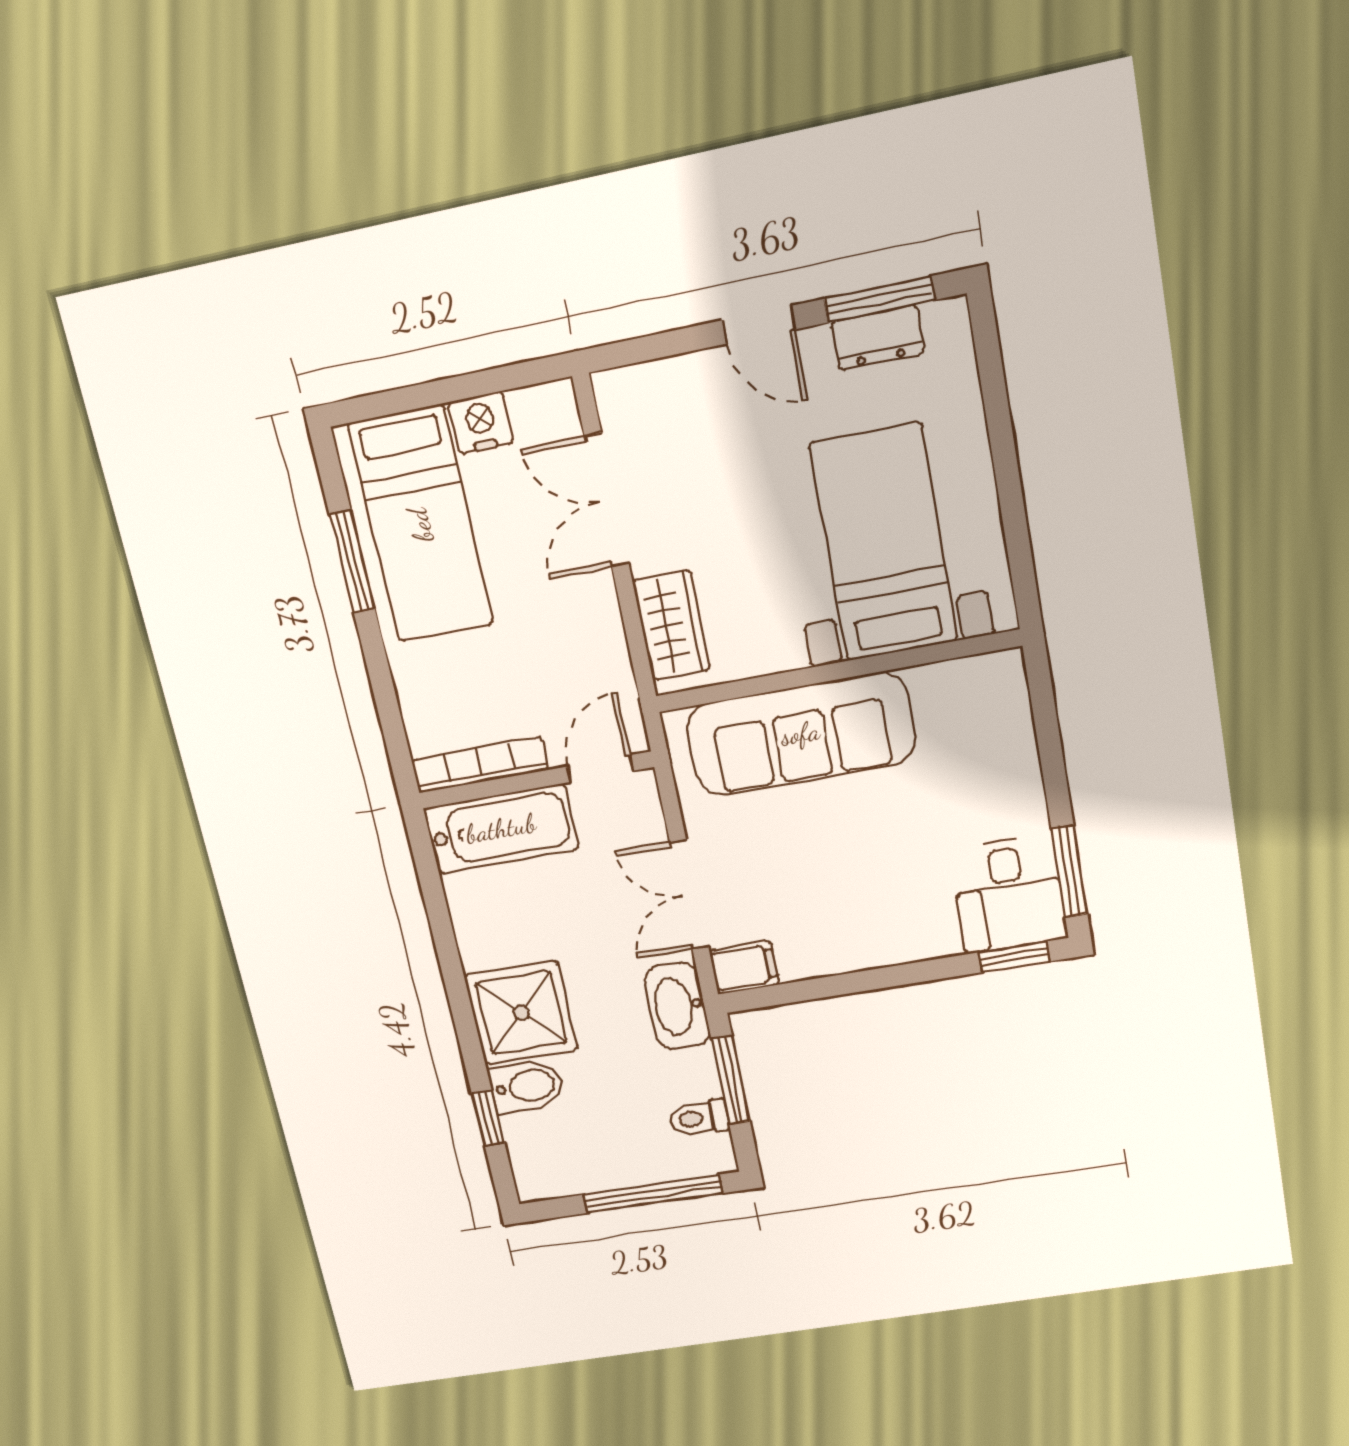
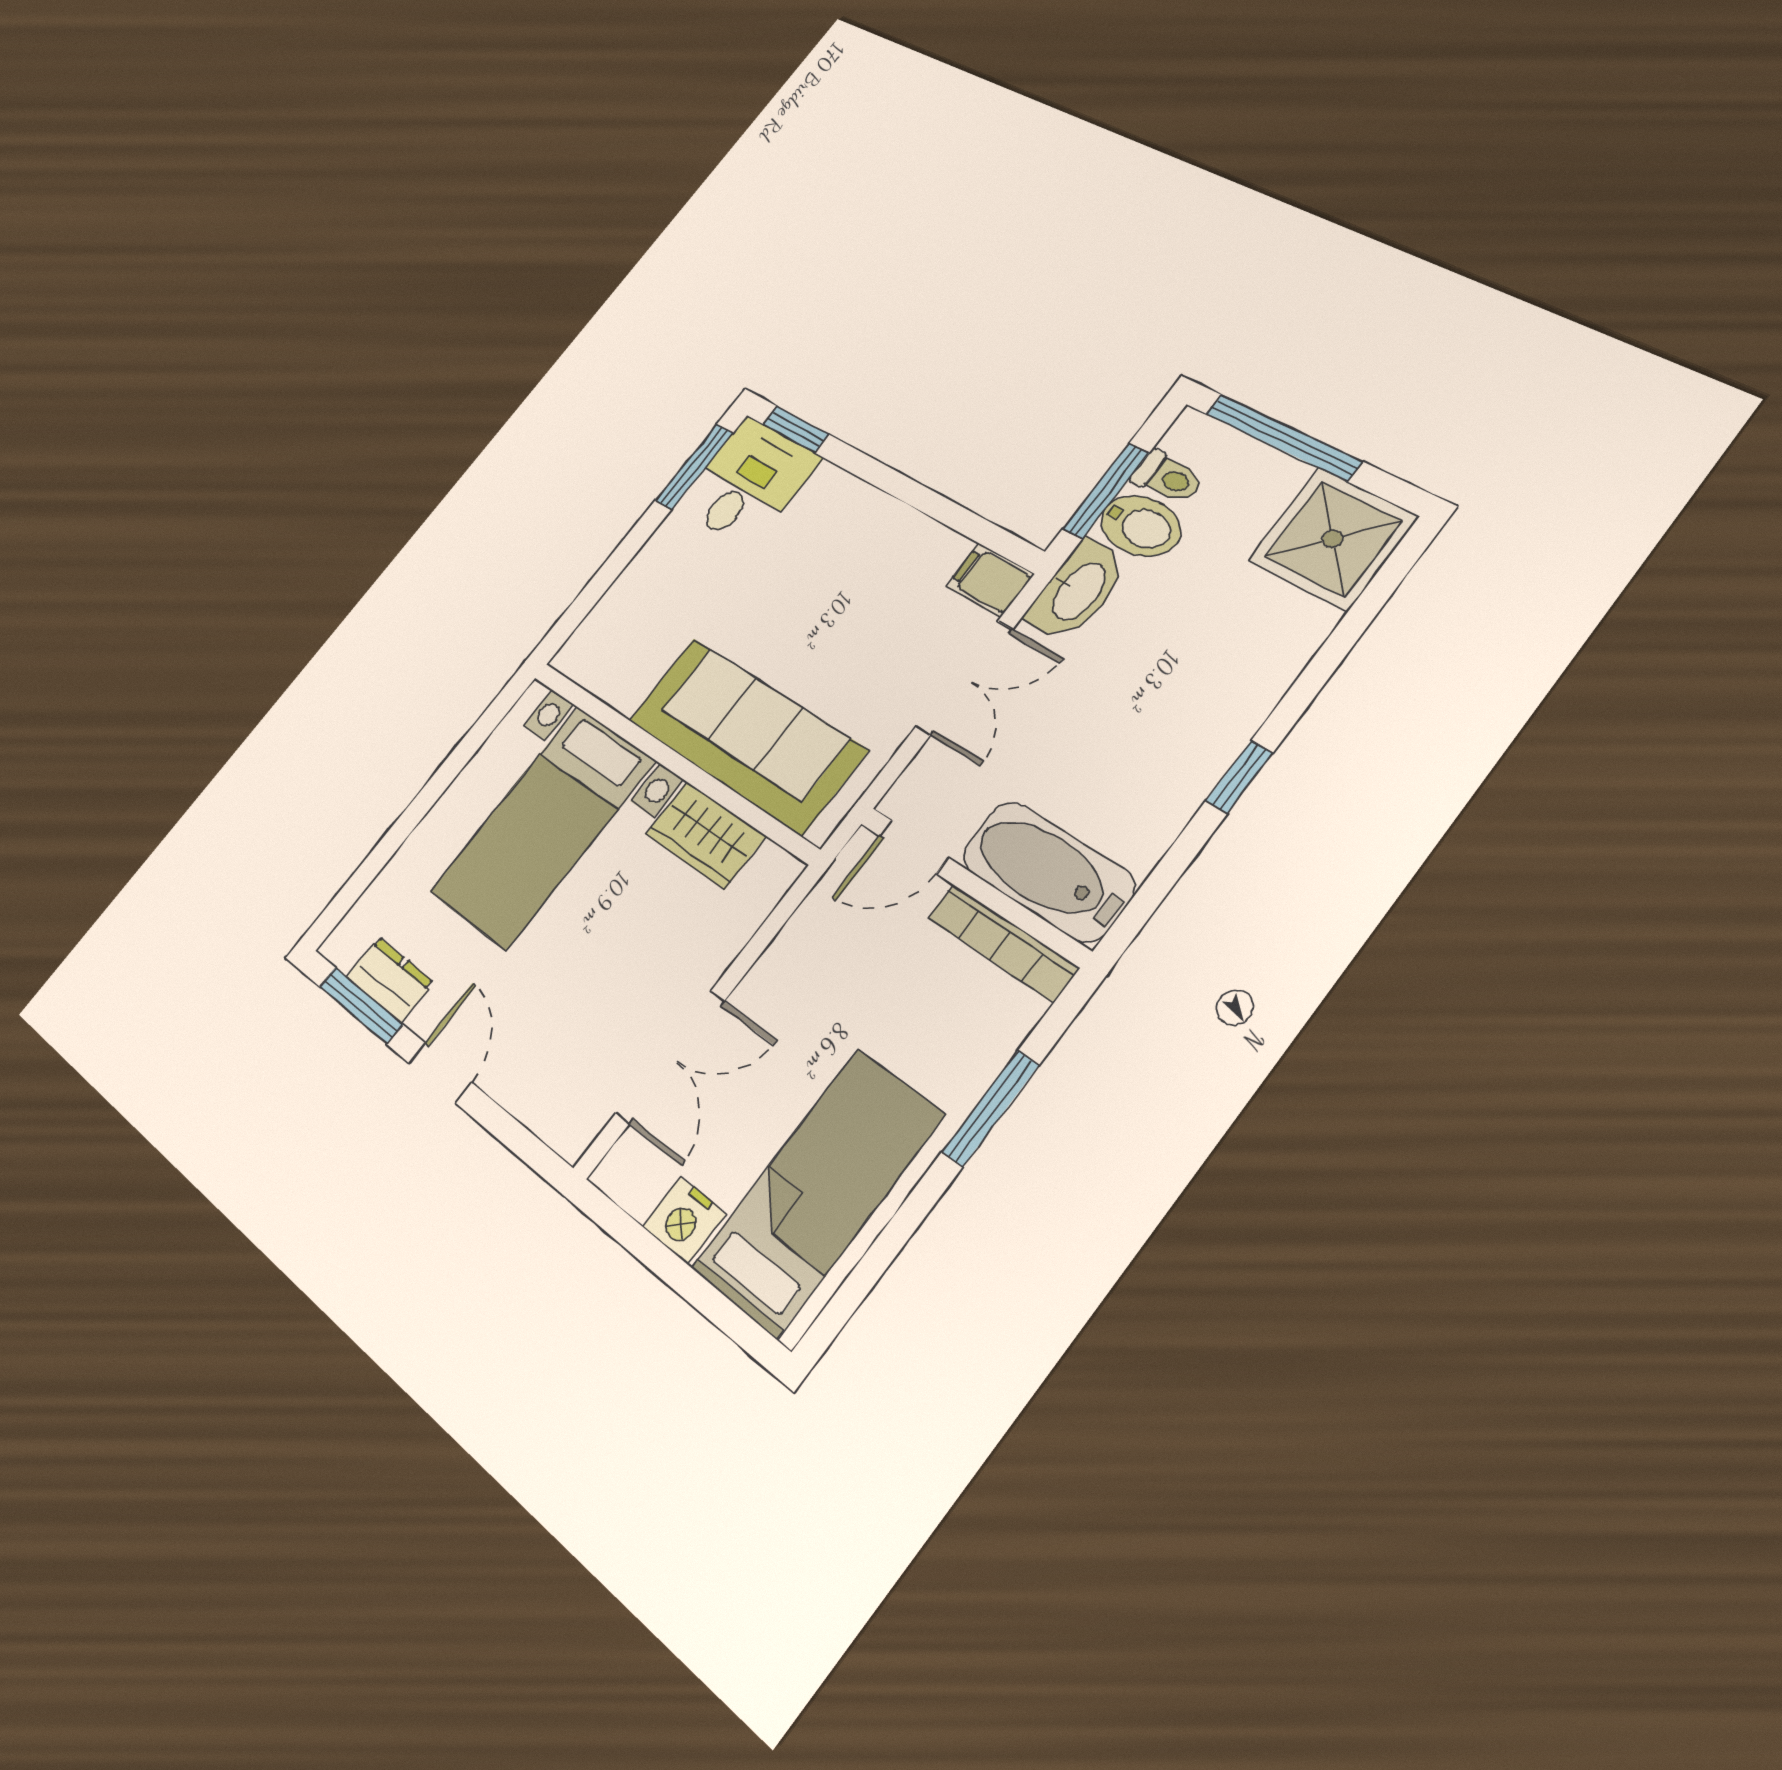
window: (352, 562) -> (990, 1109), moved
wardrobe: (671, 625) -> (705, 835), moved, turned -90
shower: (521, 1013) -> (1333, 539), moved
bidet: (527, 1086) -> (1141, 526), moved, turned 180
window: (488, 1118) -> (1239, 777), moved

